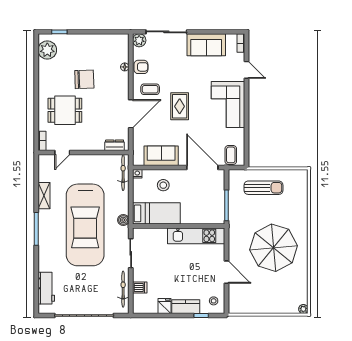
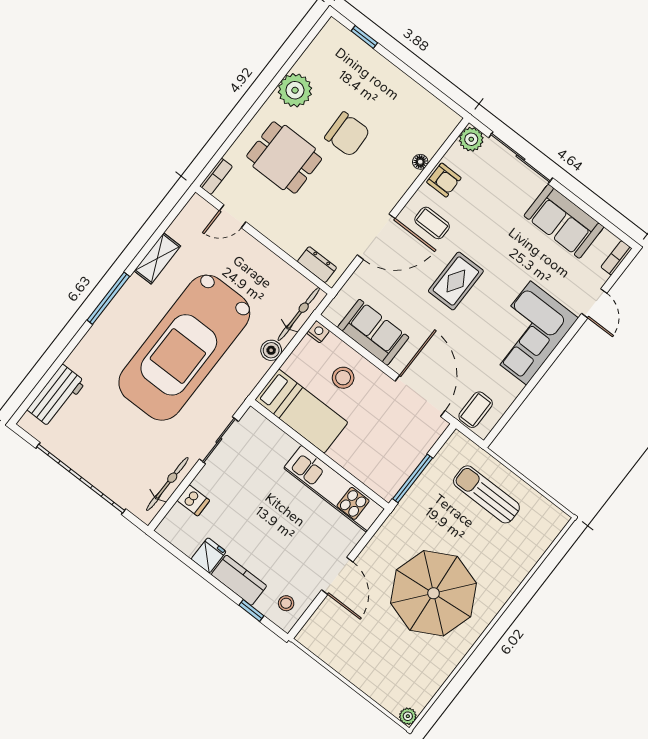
plant: (47, 50) -> (295, 90), moved
sun lounger: (264, 188) -> (486, 494), turned 180
boiler: (123, 220) -> (271, 350), moved

